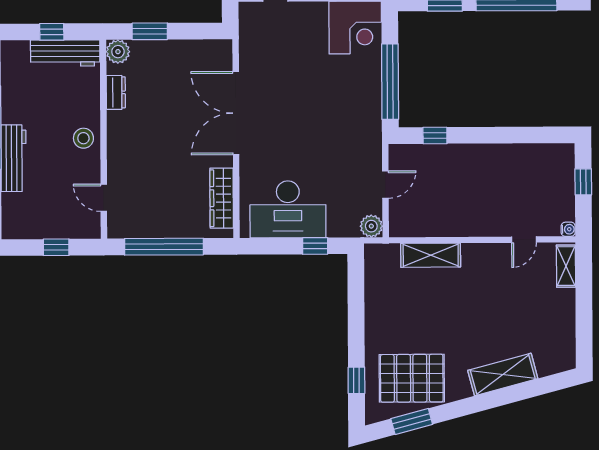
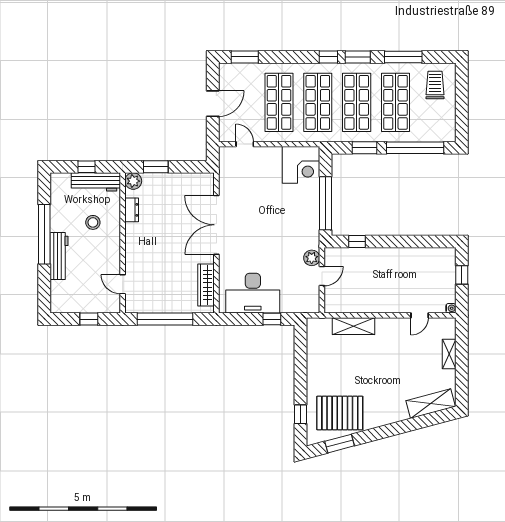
stool: (83, 138) -> (93, 222), moved
plant: (371, 226) -> (312, 258), moved
shelving: (566, 266) -> (449, 354), moved
shelving: (503, 374) -> (431, 404), moved

